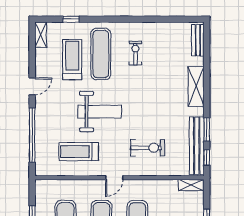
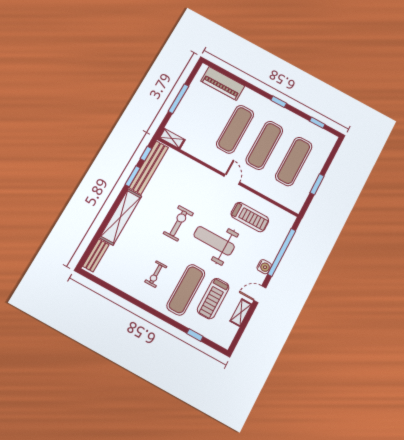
shelving: (41, 35) -> (241, 313), moved
shelving: (196, 86) -> (121, 217), width x1.47
water cooler: (41, 113) -> (264, 267), added
exercise bike: (148, 148) -> (178, 223), moved, turned 90
door: (114, 178) -> (232, 179), hinge flipped

